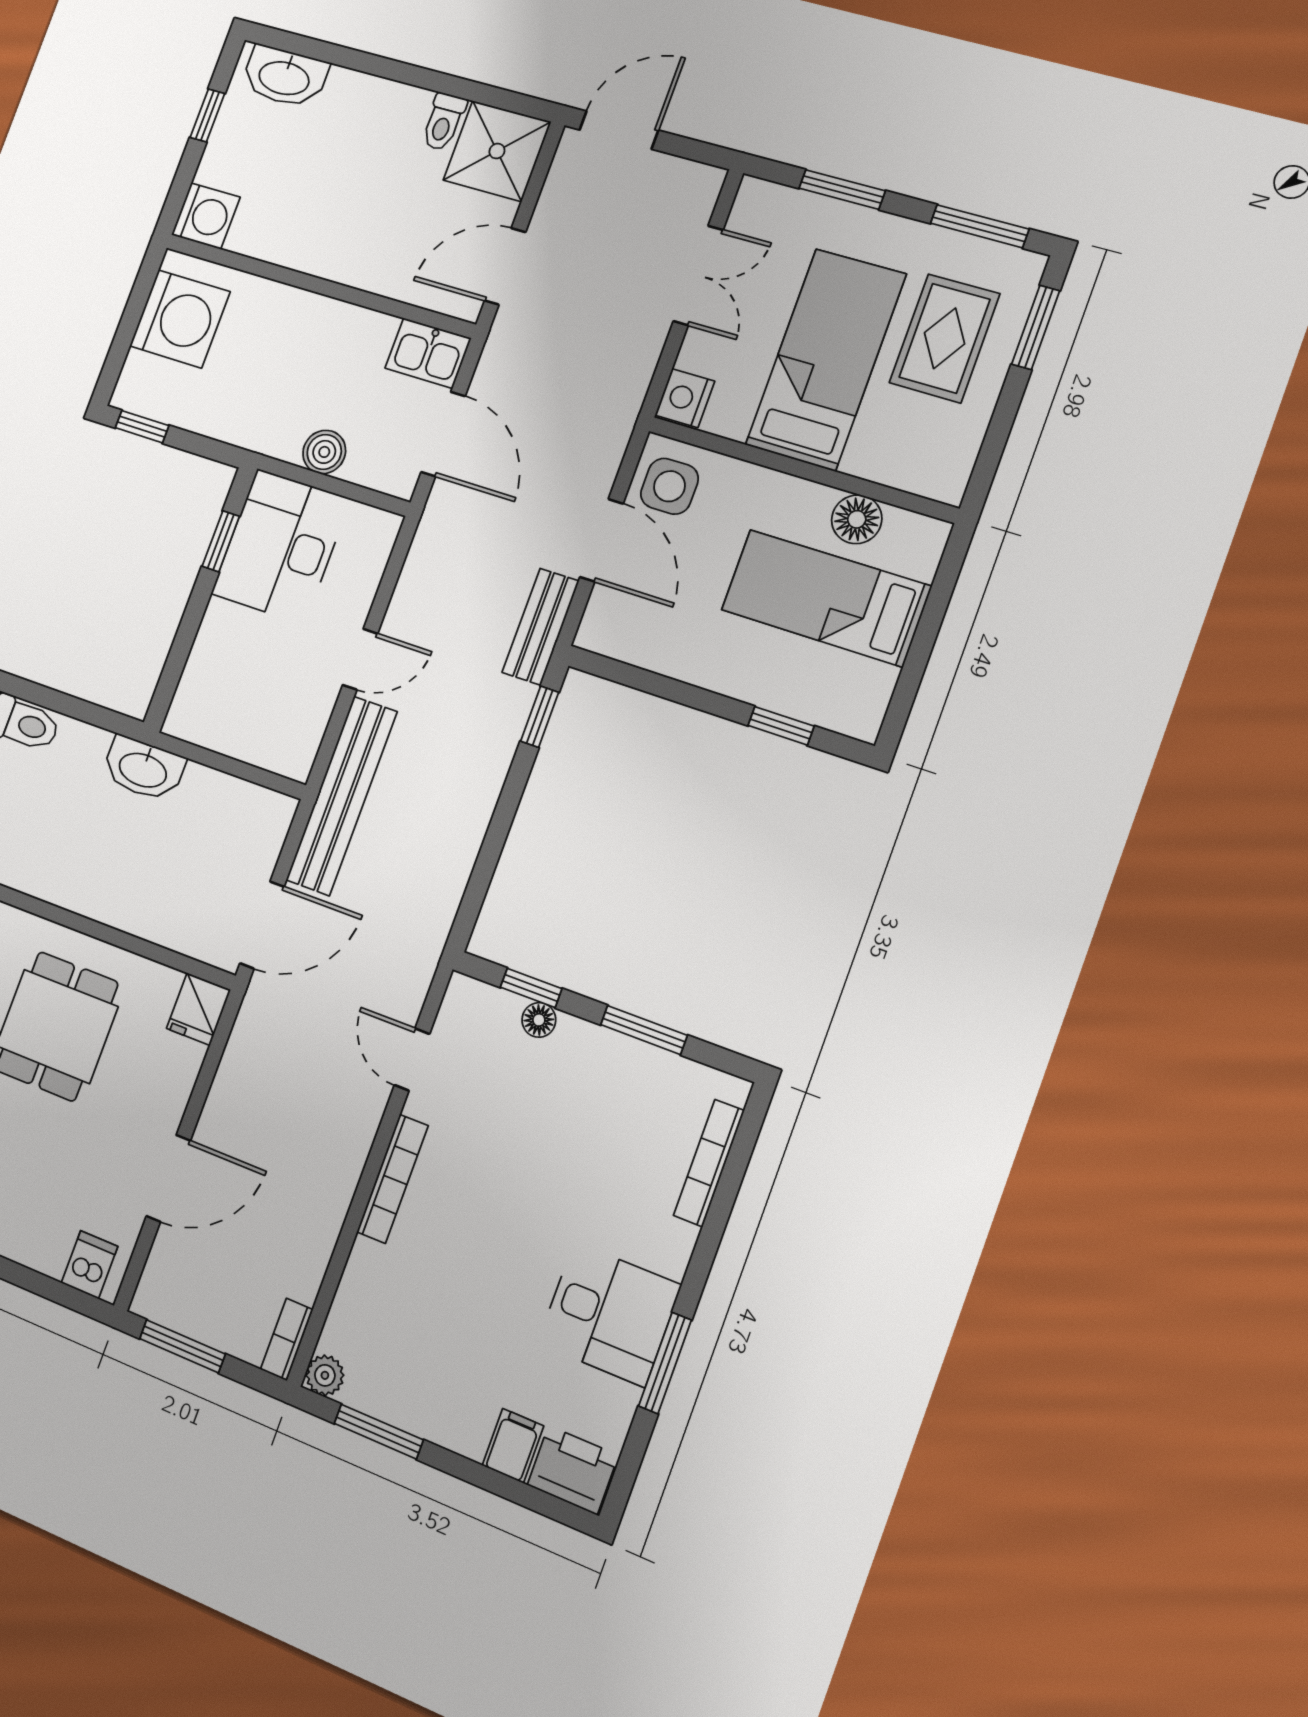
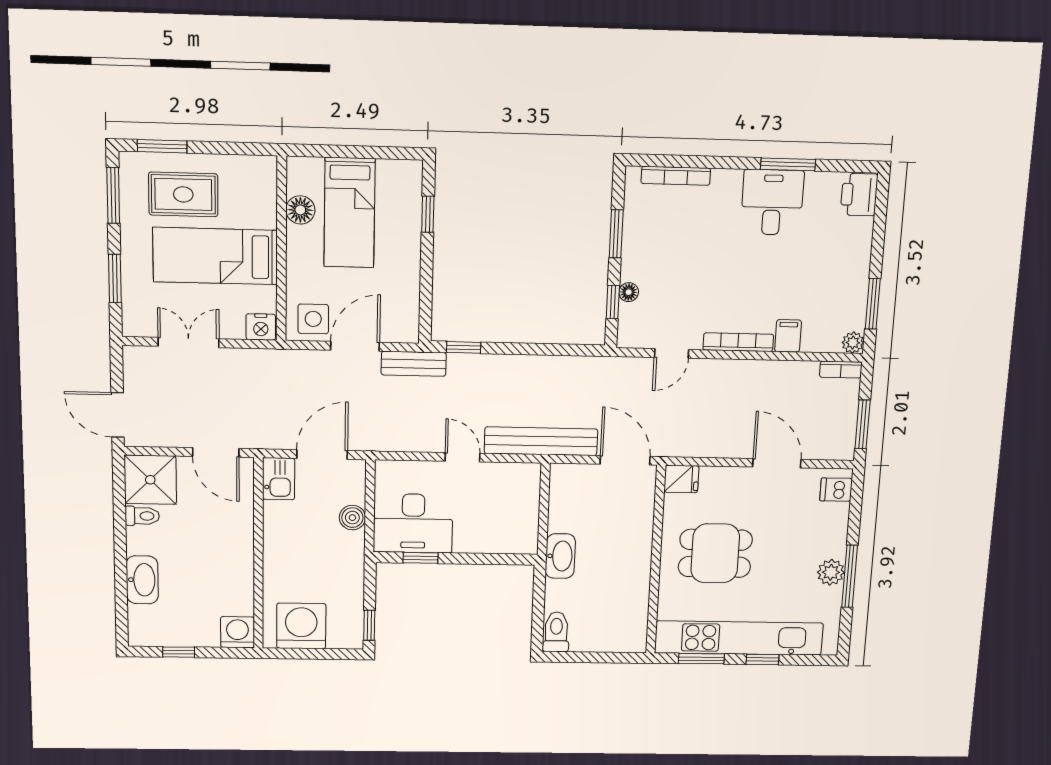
washbasin: (285, 77) -> (142, 580), moved
filing cabinet: (513, 1446) -> (788, 336), moved, turned 90

